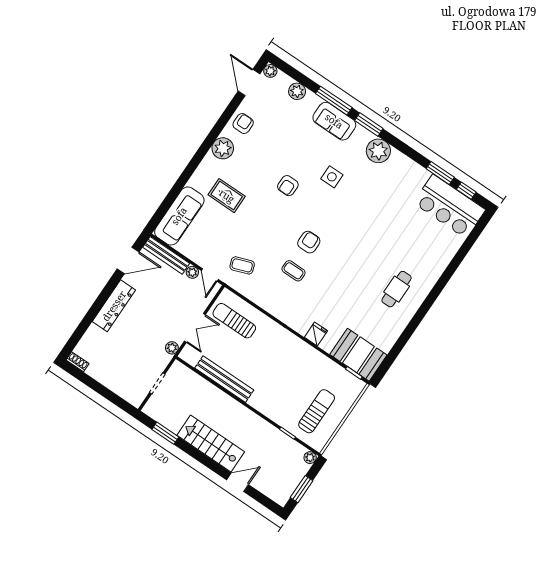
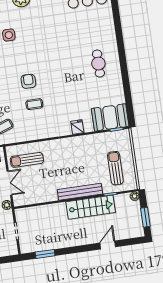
bench: (224, 379) -> (80, 192), moved
stairs: (211, 444) -> (91, 207), moved, turned 180

